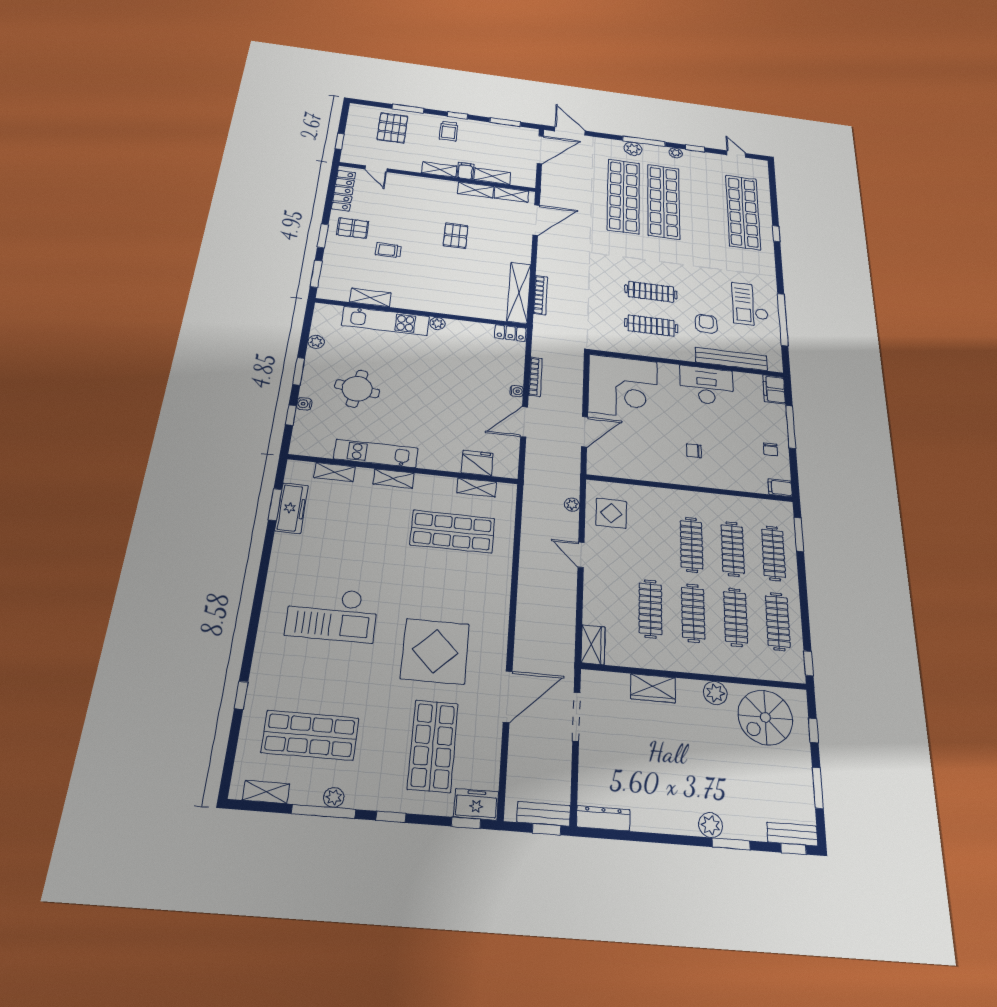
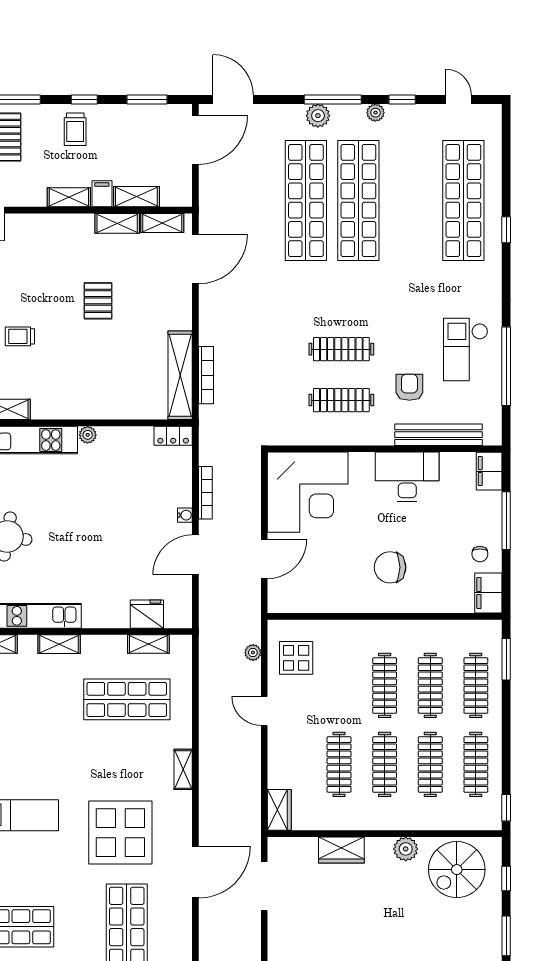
chair: (694, 451) -> (390, 567), width x1.87, depth x1.87
filing cabinet: (780, 488) -> (488, 593), width x2.00
shelving: (502, 599) -> (183, 769), added

